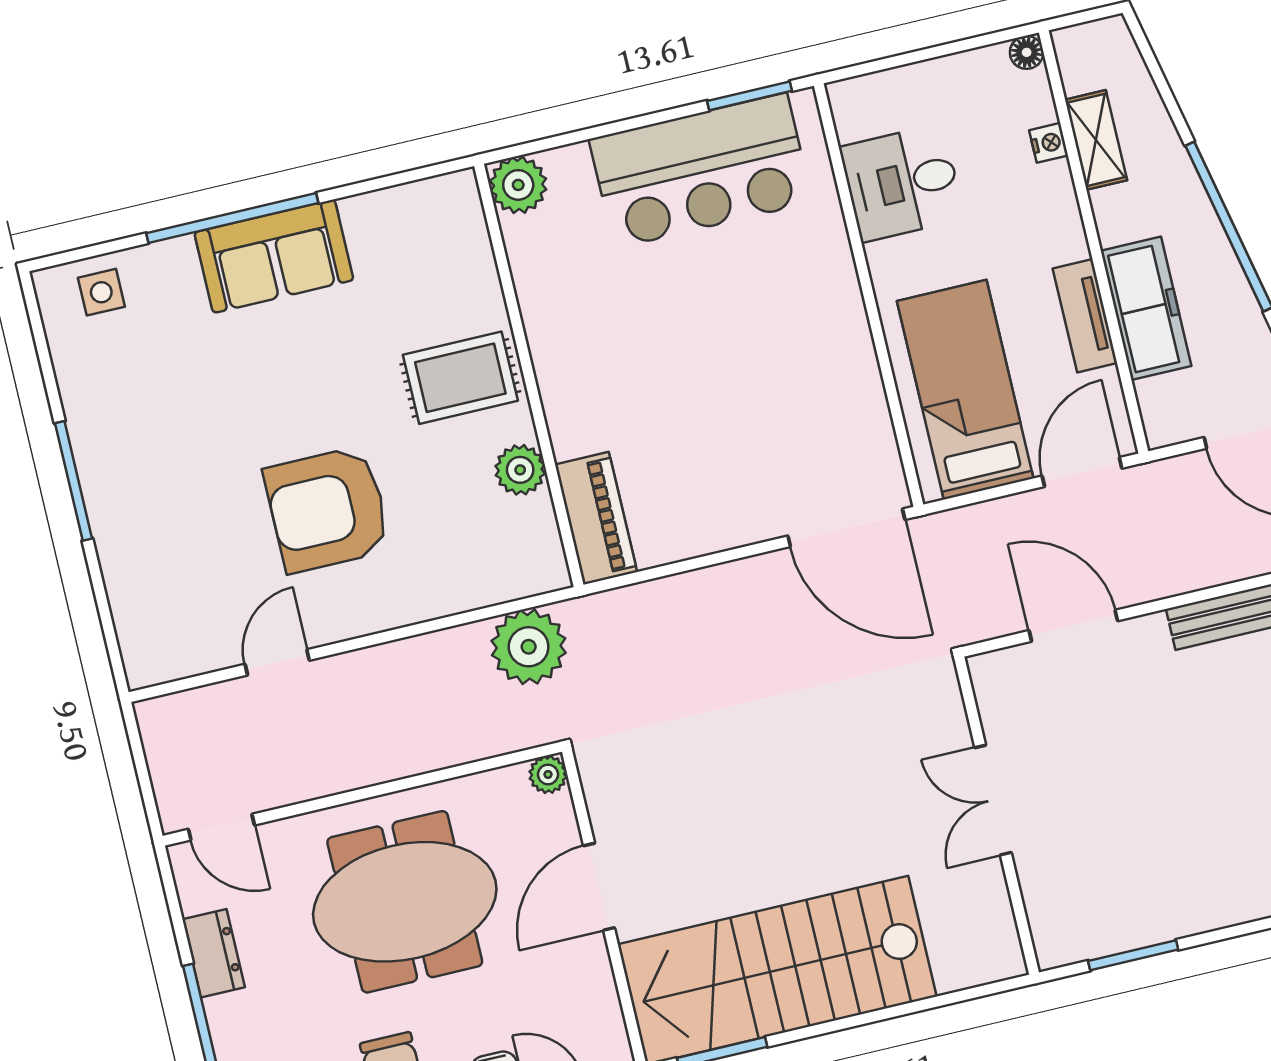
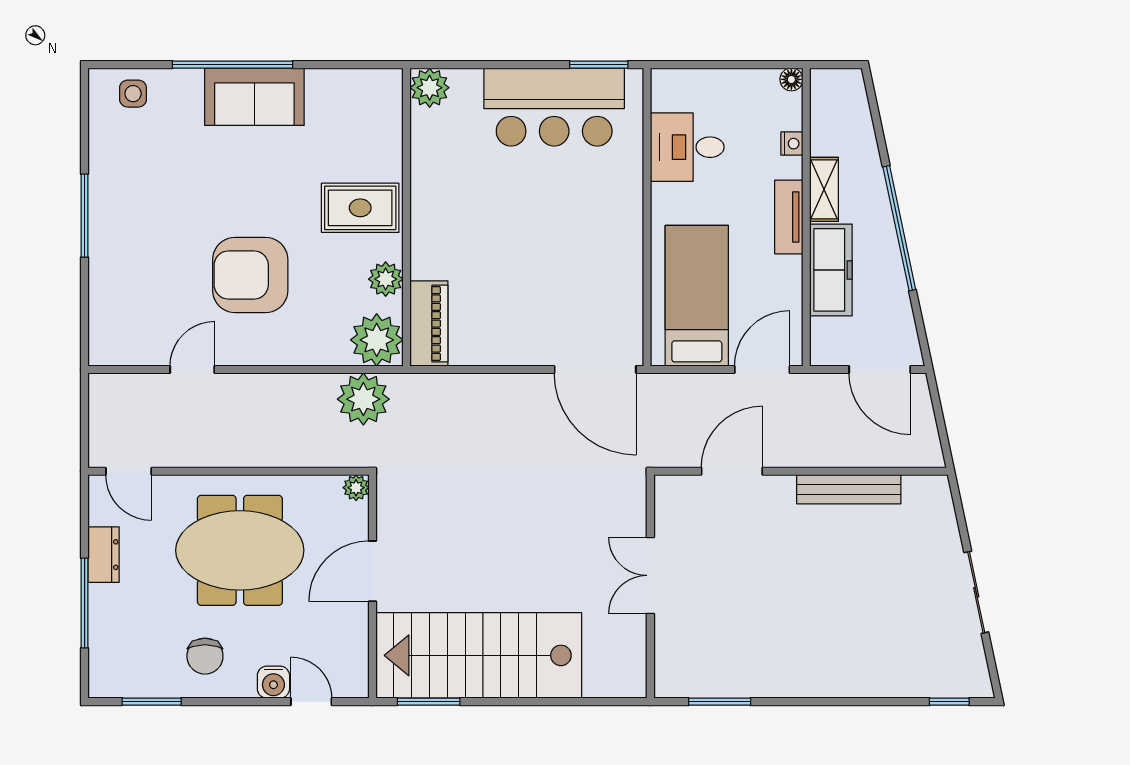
shelving: (1096, 140) -> (824, 189), moved
tv unit: (1085, 316) -> (789, 217), moved
plant: (528, 559) -> (377, 340), added
door: (1073, 626) -> (732, 471), hinge flipped

